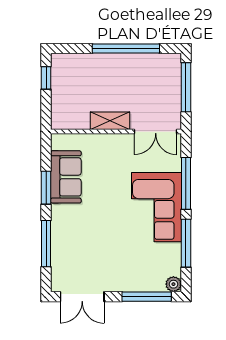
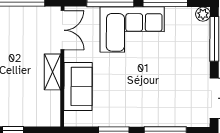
sofa: (66, 177) -> (78, 86), moved, turned 90

